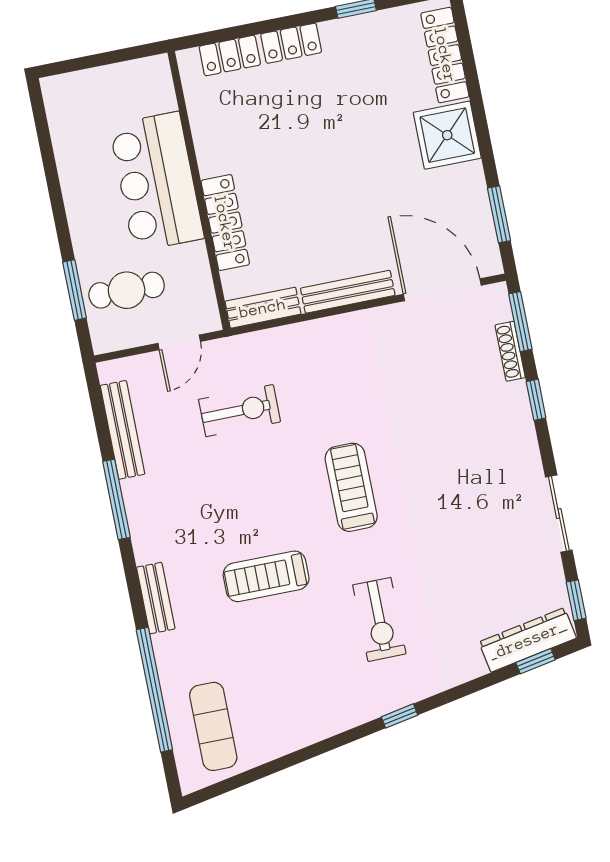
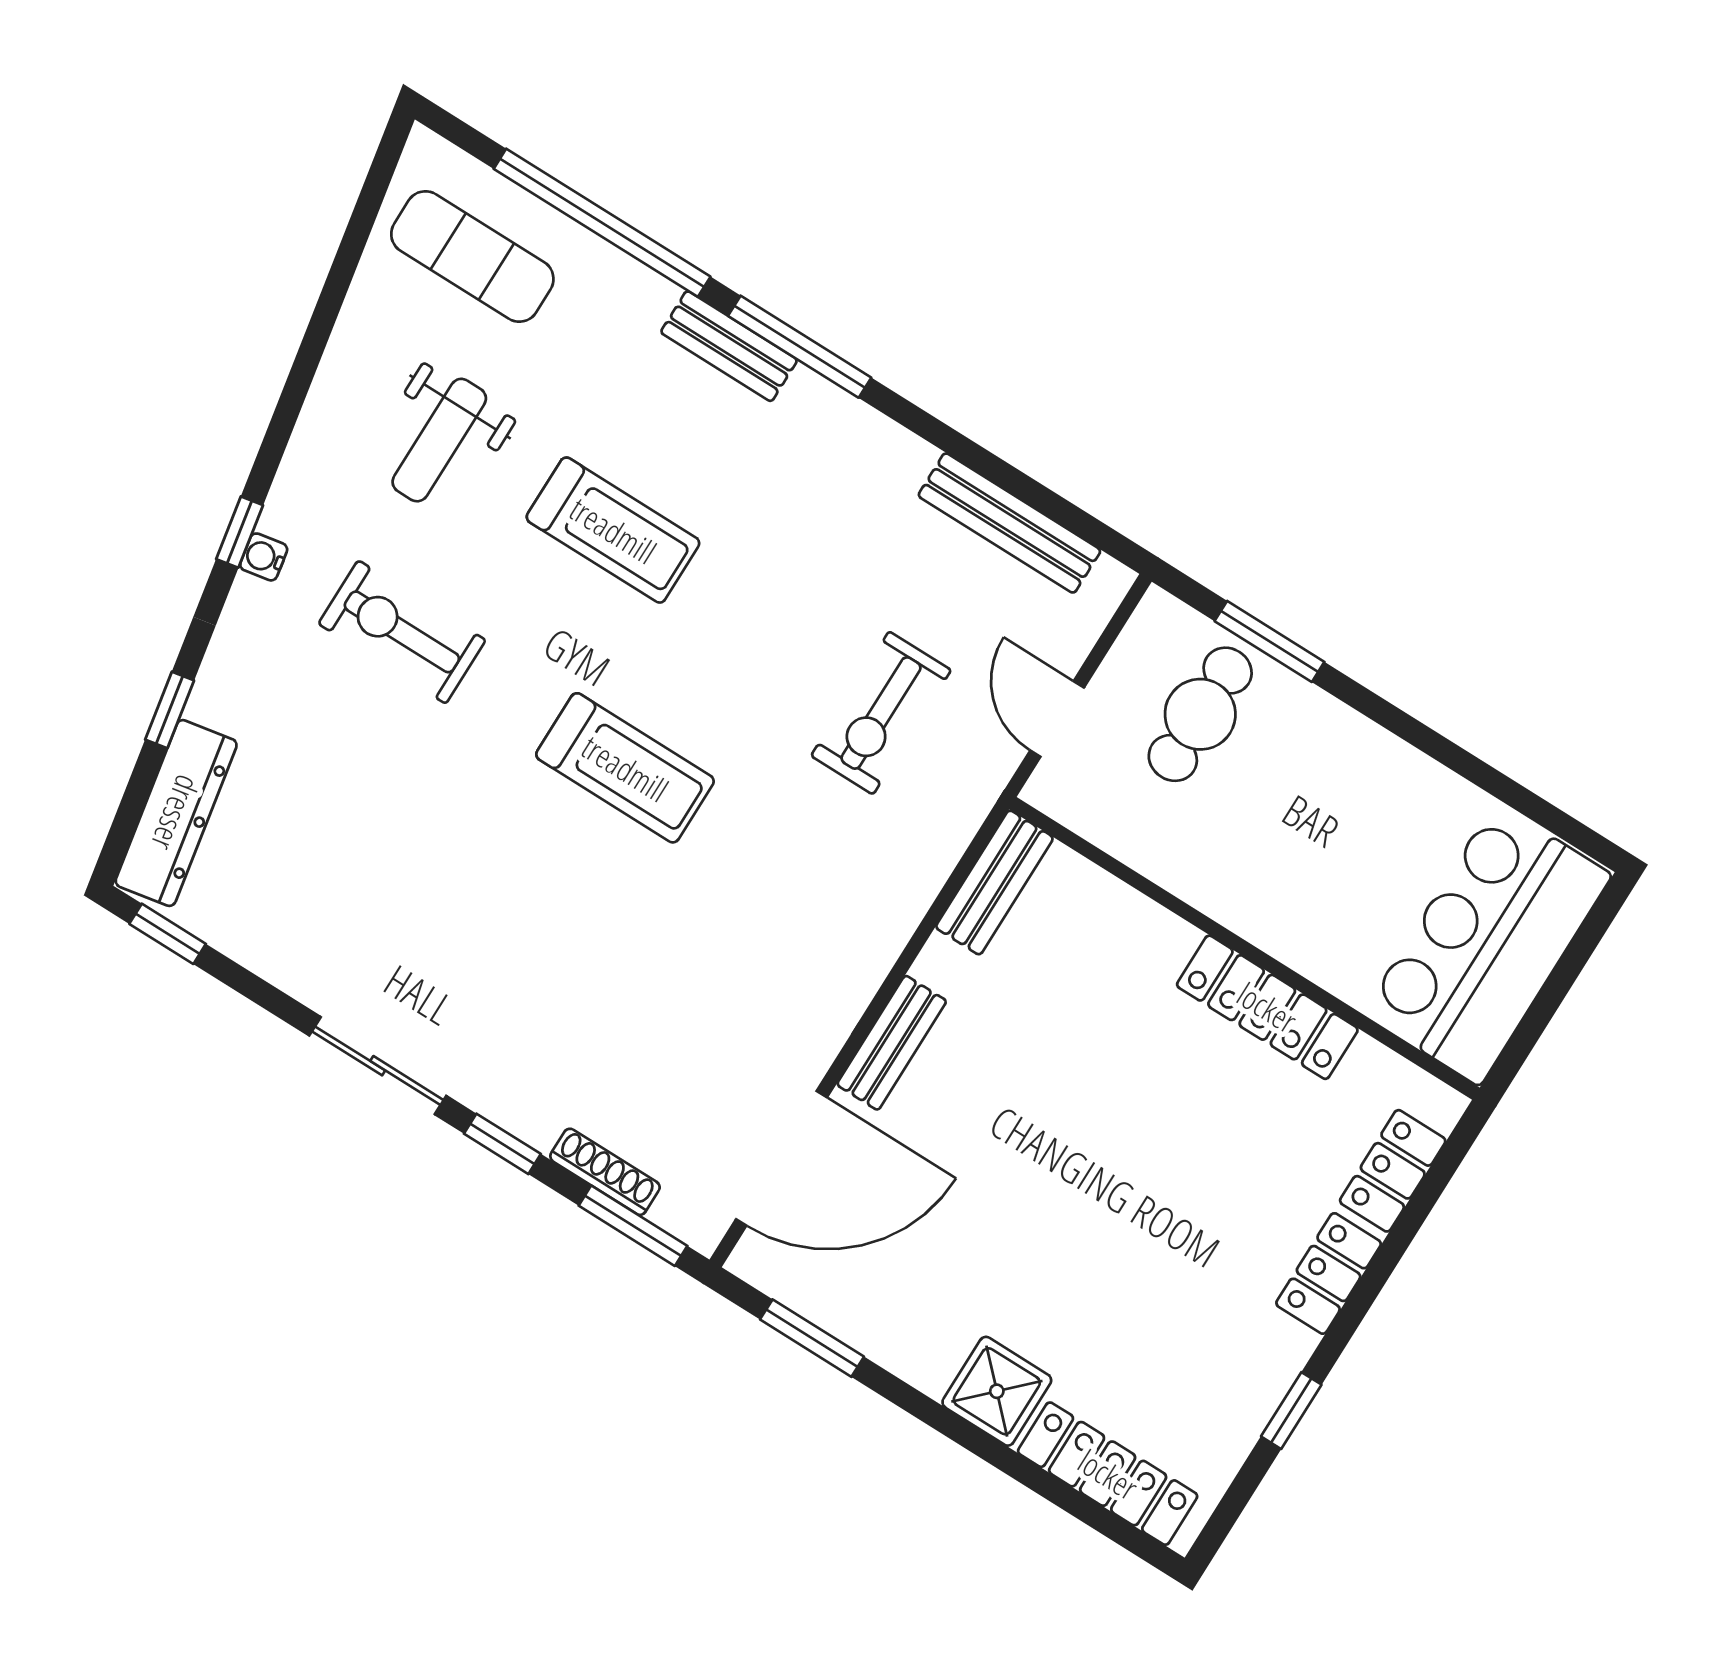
shower: (447, 135) -> (997, 1391), width x0.73, depth x0.73
bar counter: (157, 182) -> (1487, 944), moved, turned -90
locker: (225, 223) -> (1267, 1007), moved
bench: (348, 292) -> (892, 1043), width x0.73
window: (116, 499) -> (800, 347), moved
sliding door: (559, 514) -> (378, 1066), moved
treadmill: (266, 576) -> (613, 530), turned 90
window: (536, 661) -> (170, 710), moved
weight bench: (294, 674) -> (439, 440), added
water cooler: (400, 698) -> (264, 557), added

